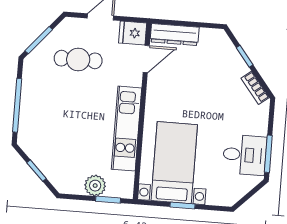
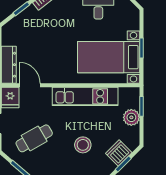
cafe table: (78, 60) -> (34, 138), turned 60
stool: (65, 121) -> (83, 145), added
dishwasher: (51, 166) -> (119, 153), added

